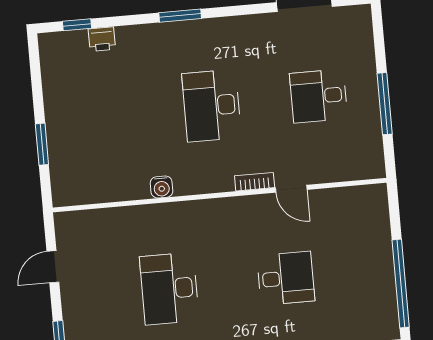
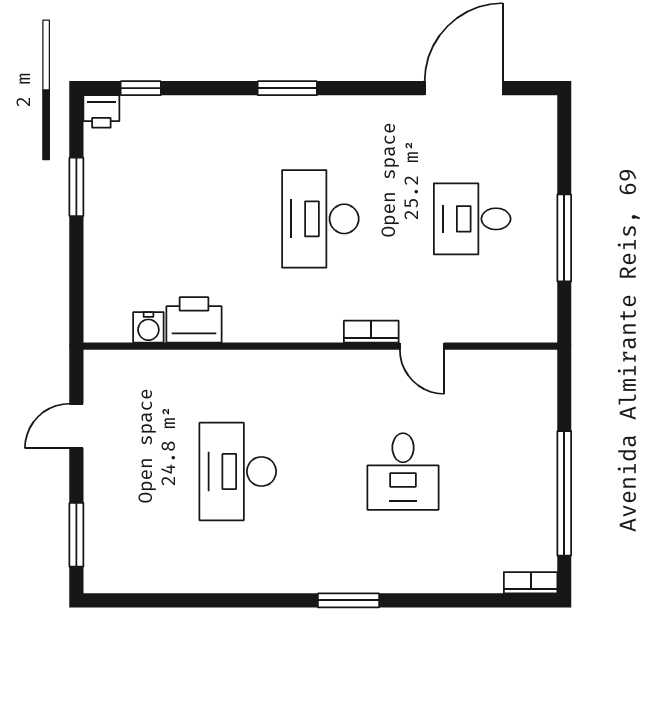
printer: (102, 39) -> (101, 111), moved
window: (42, 144) -> (76, 187), moved
printer: (129, 185) -> (194, 320), added
water cooler: (162, 187) -> (148, 327), moved
desk: (286, 278) -> (403, 471), turned 90

